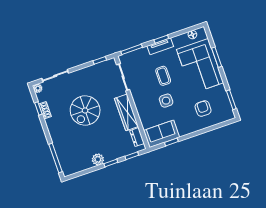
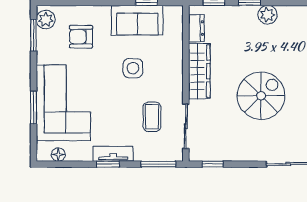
coffee table: (163, 76) -> (152, 117), moved
armchair: (203, 109) -> (81, 37), turned 90
plant: (227, 111) -> (46, 20), added
sofa: (161, 134) -> (137, 20), moved

